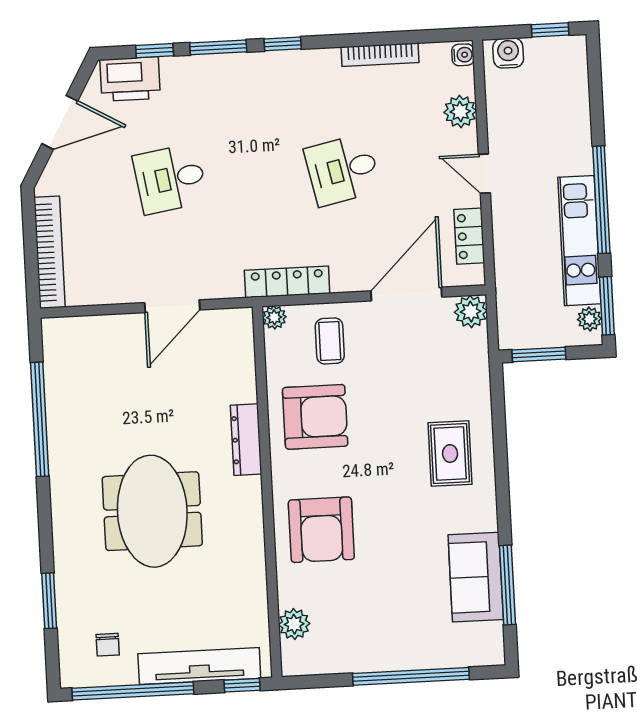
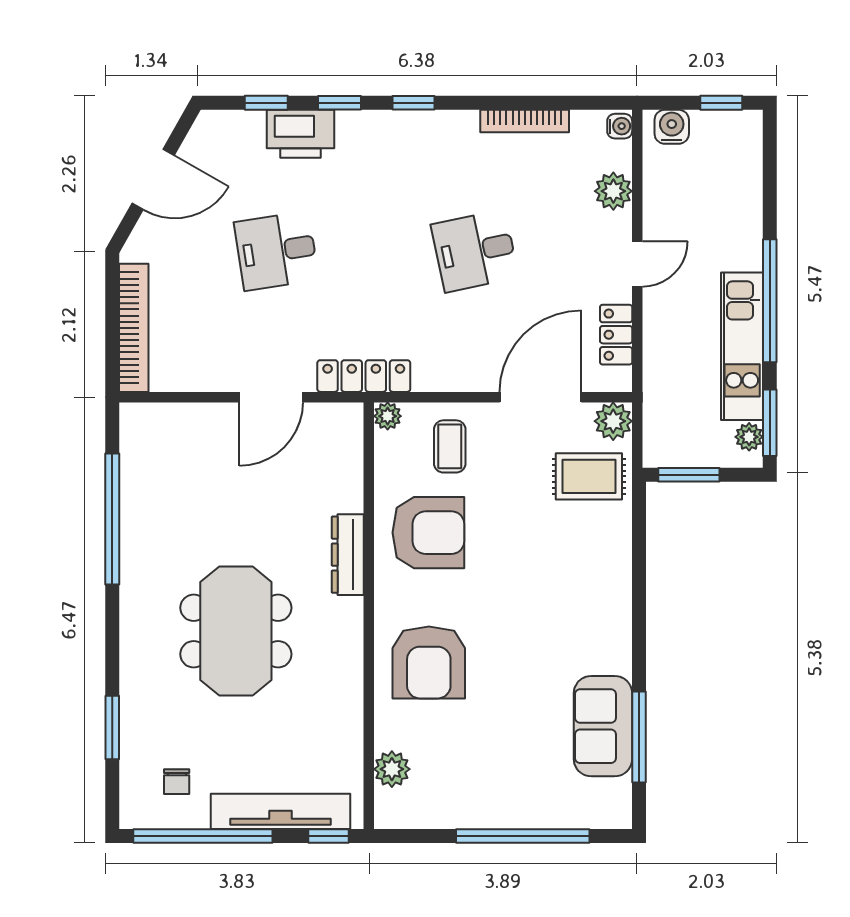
window: (218, 47) -> (339, 103), width x0.67
printer: (130, 79) -> (300, 134), moved
door: (484, 174) -> (637, 264), swing flipped
locker: (287, 282) -> (364, 376), moved
rug: (450, 453) -> (589, 476), moved, turned 90

